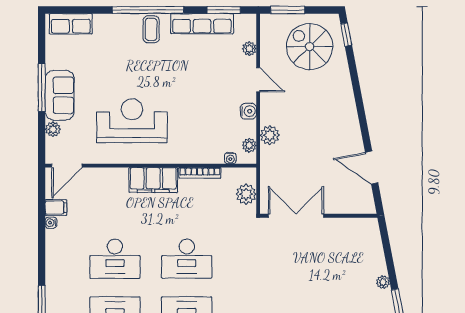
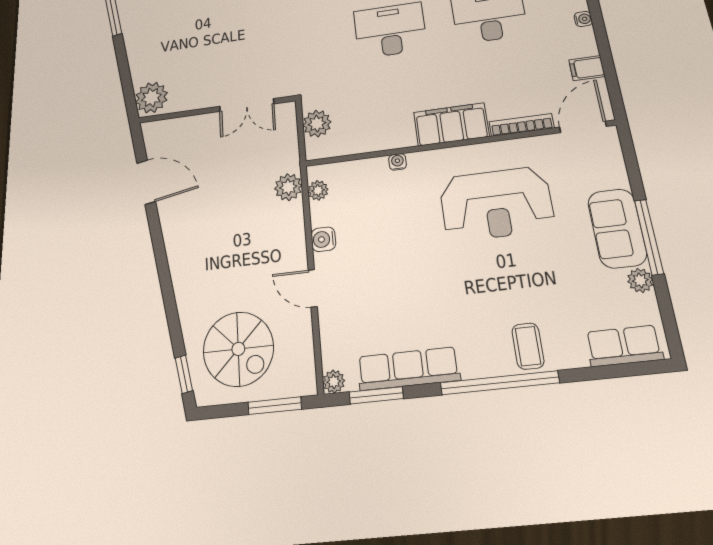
coffee table: (151, 29) -> (528, 346), moved
plant: (249, 49) -> (334, 382), moved
plant: (53, 129) -> (640, 280), moved
plant: (270, 135) -> (288, 187), moved
water cooler: (230, 158) -> (398, 162), moved
bookcase: (200, 173) -> (521, 125), moved
double door: (296, 216) -> (247, 105), width x0.73
water cooler: (51, 223) -> (583, 19), moved
plant: (383, 282) -> (151, 98), moved, width x1.88, depth x1.88

